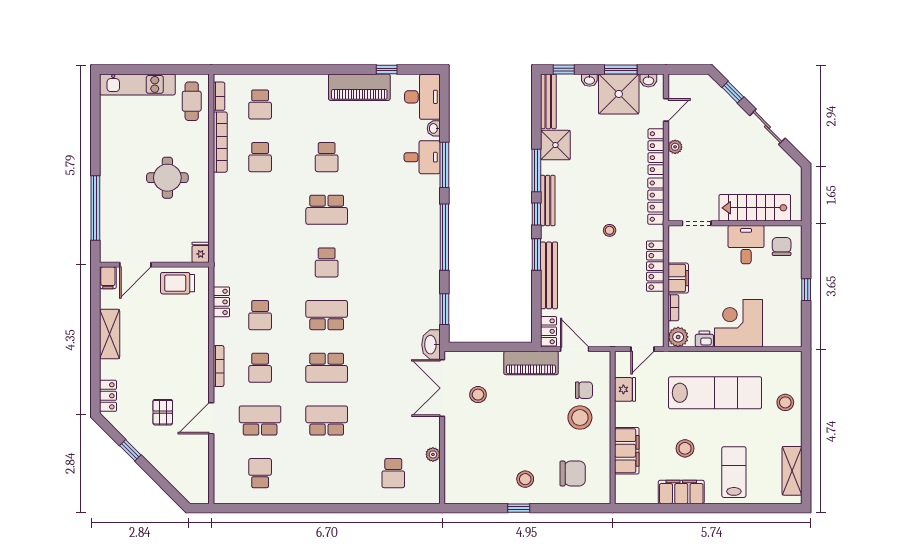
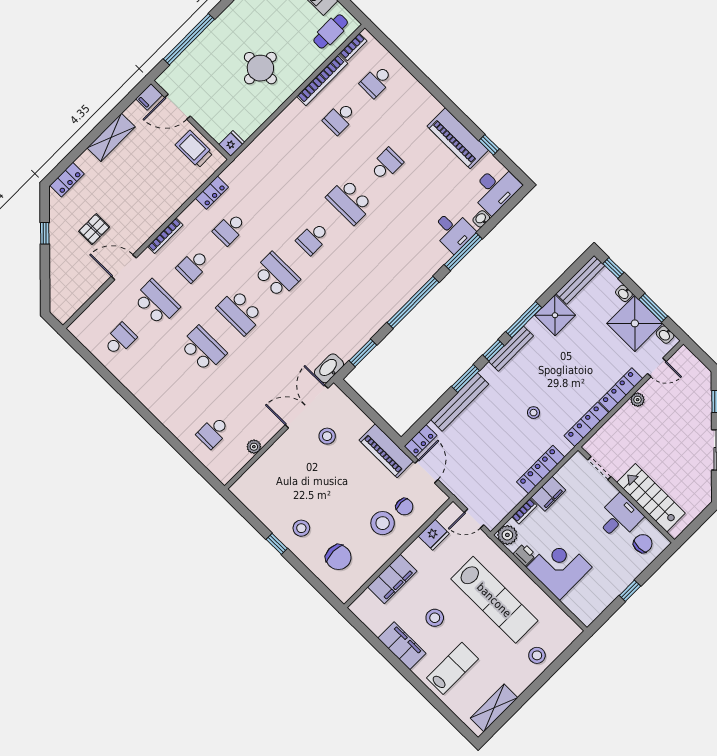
school desk: (327, 157) -> (386, 164), turned 180

